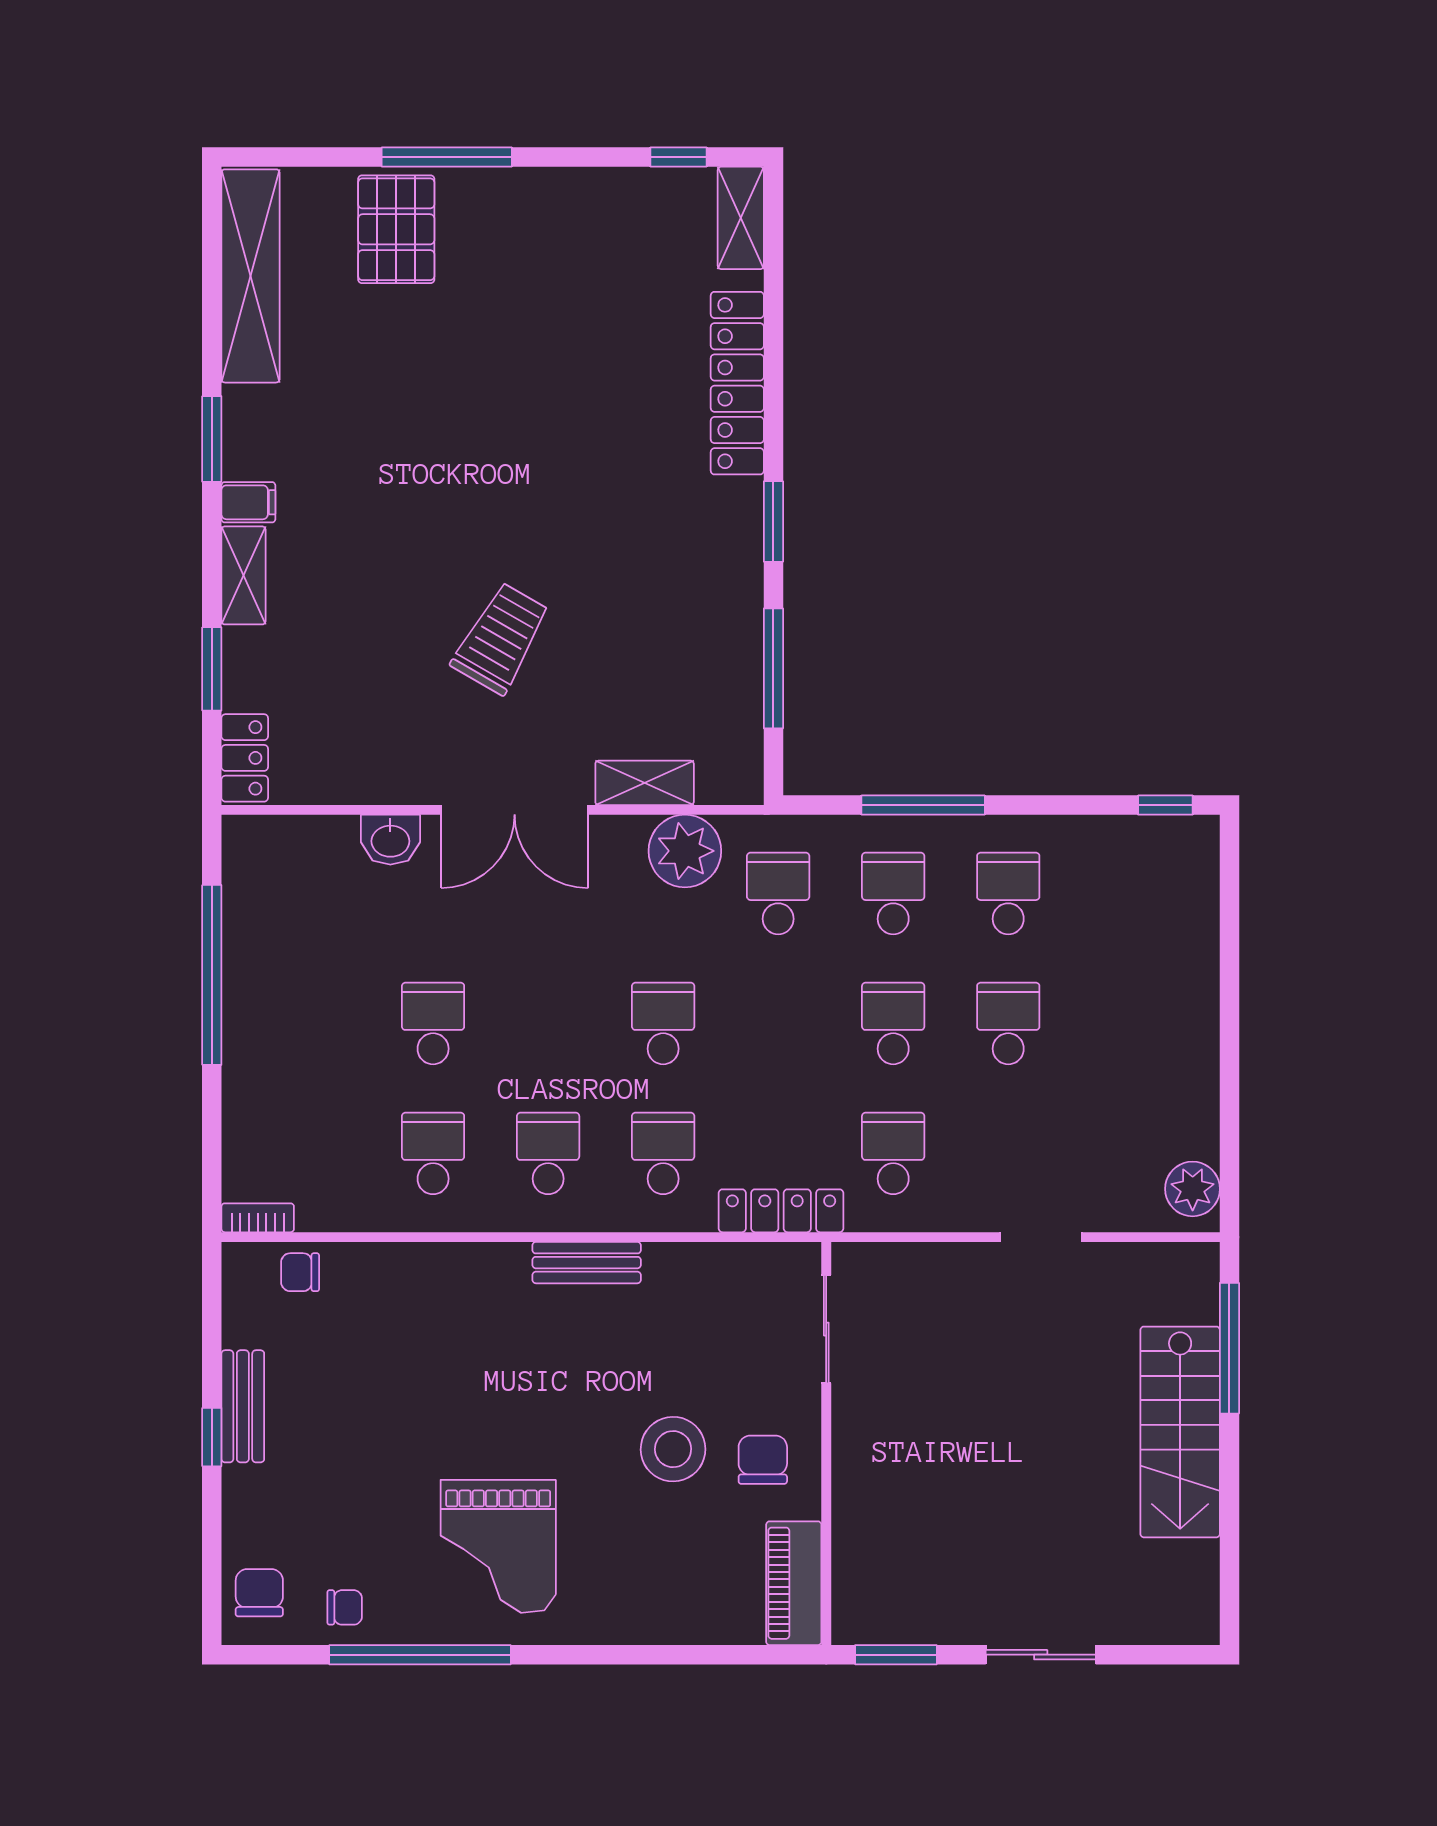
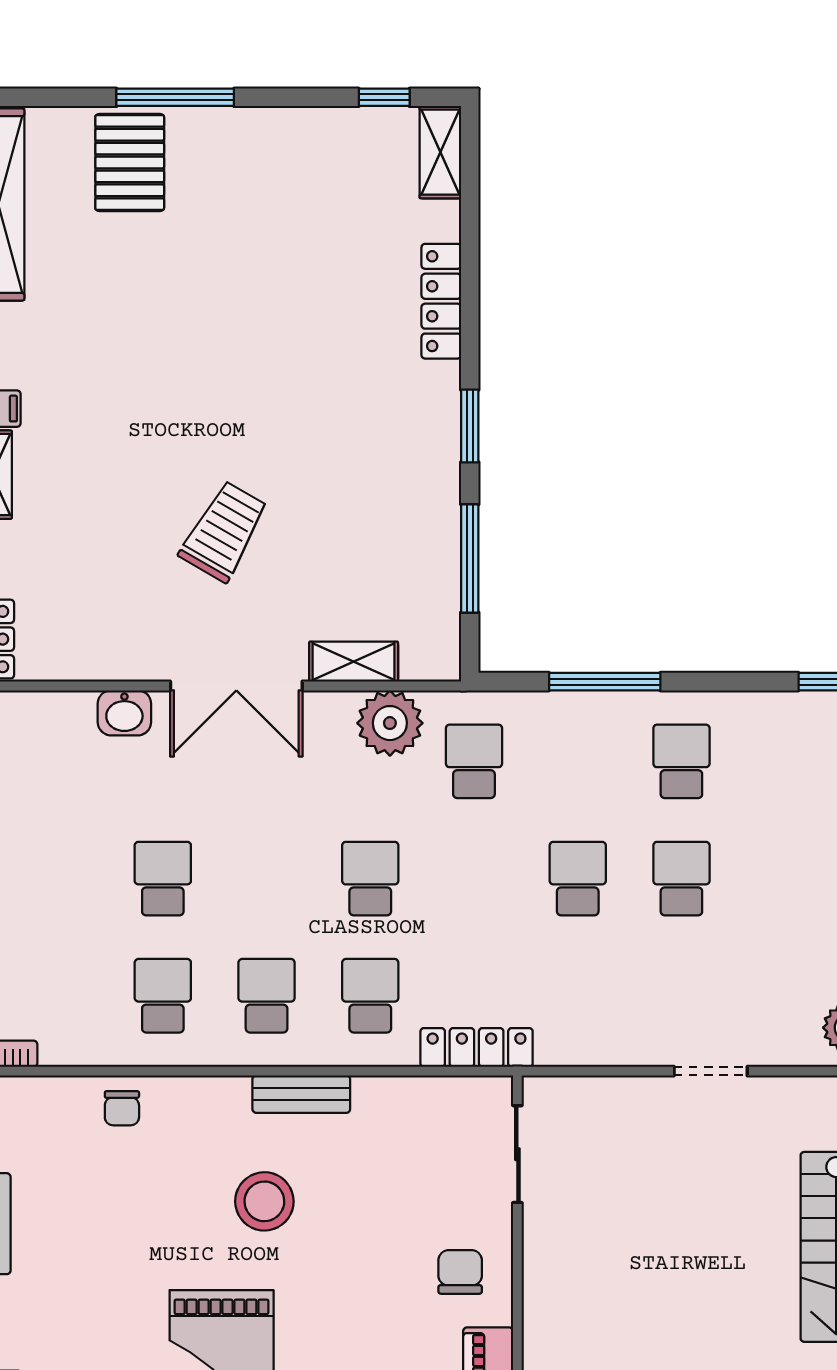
locker: (737, 383) -> (441, 301), width x0.71, depth x0.83
school desk: (893, 893) -> (578, 761), removed
school desk: (893, 1153) -> (578, 996), removed
chair: (300, 1272) -> (122, 1108), moved, turned -90
stool: (673, 1449) -> (264, 1201), moved

